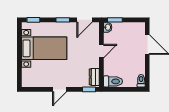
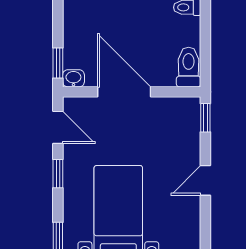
door: (101, 51) -> (124, 92), width x1.88
dresser: (94, 77) -> (179, 107), removed
door: (60, 89) -> (205, 180), swing flipped

